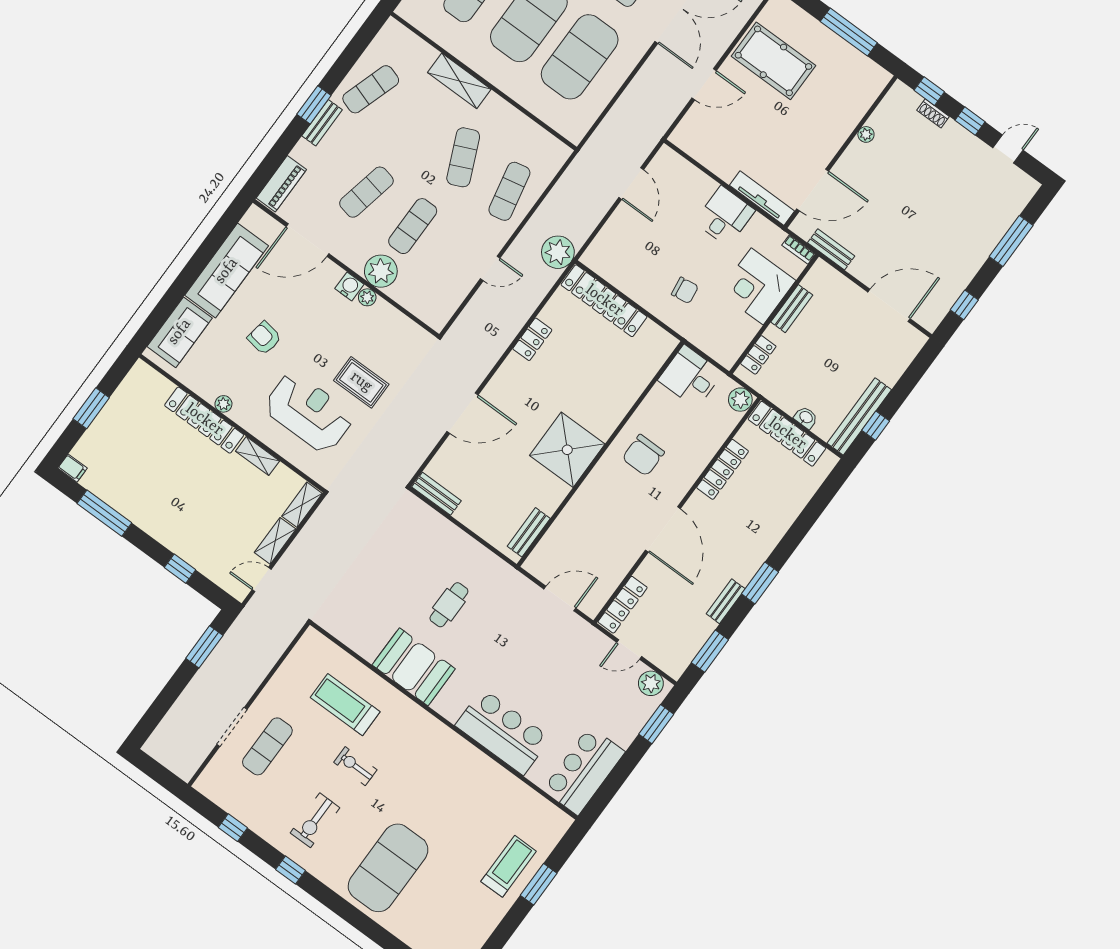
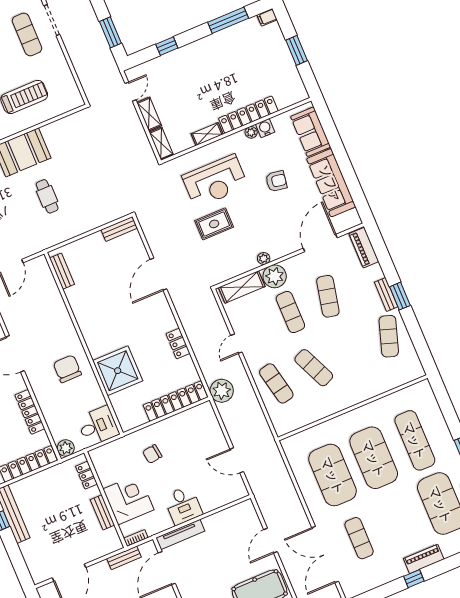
shelving: (459, 81) -> (242, 287), moved
water cooler: (349, 286) -> (265, 128), moved, turned 180
washbasin: (806, 418) -> (31, 481), removed
shower: (567, 450) -> (118, 371), moved

